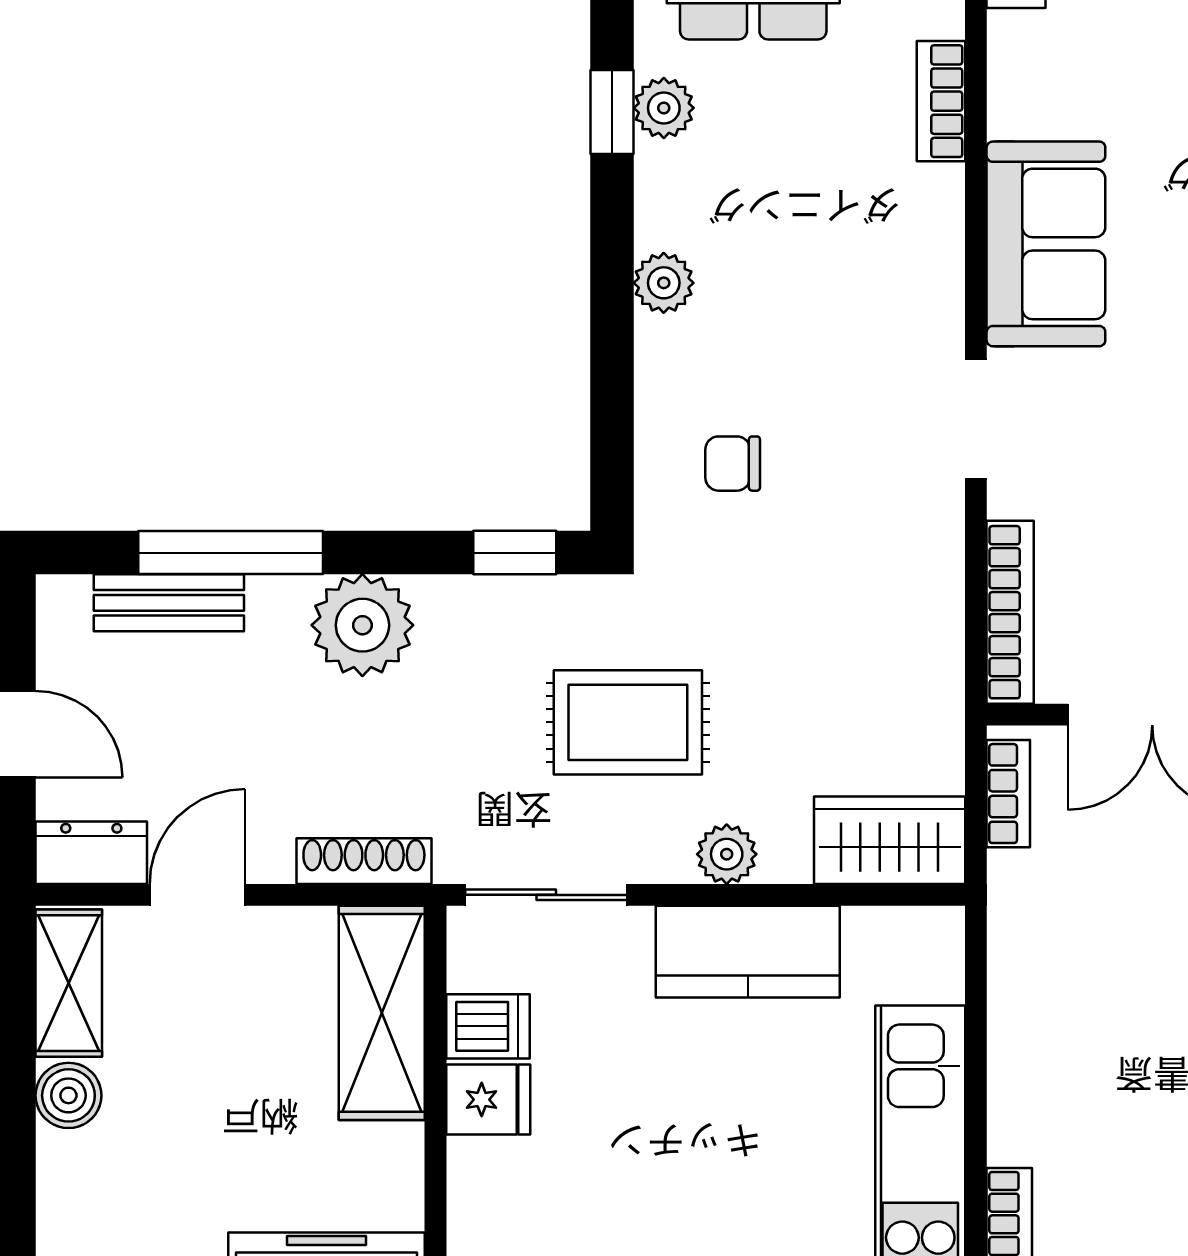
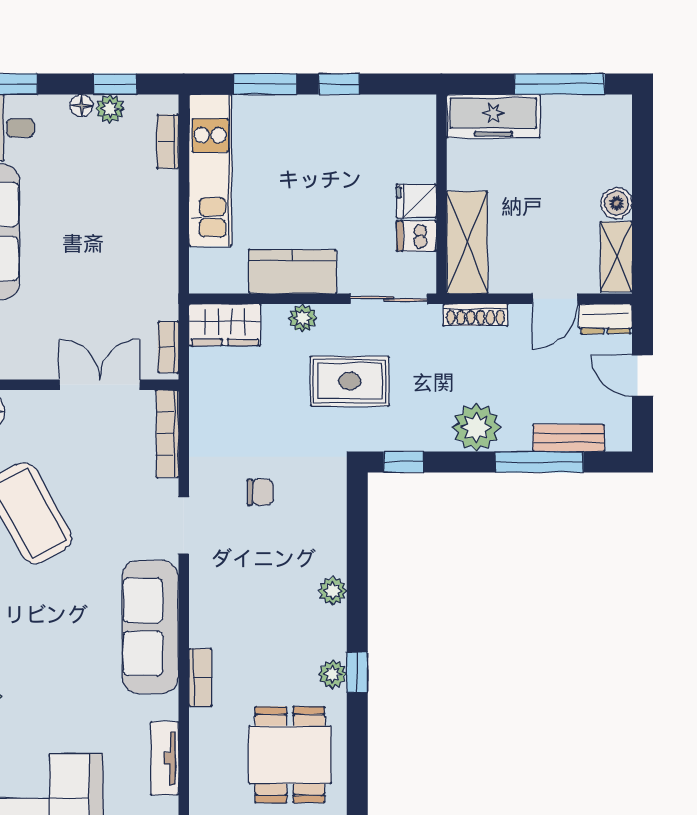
sofa: (1046, 244) -> (150, 627), width x1.36
chair: (733, 464) -> (260, 492), moved

